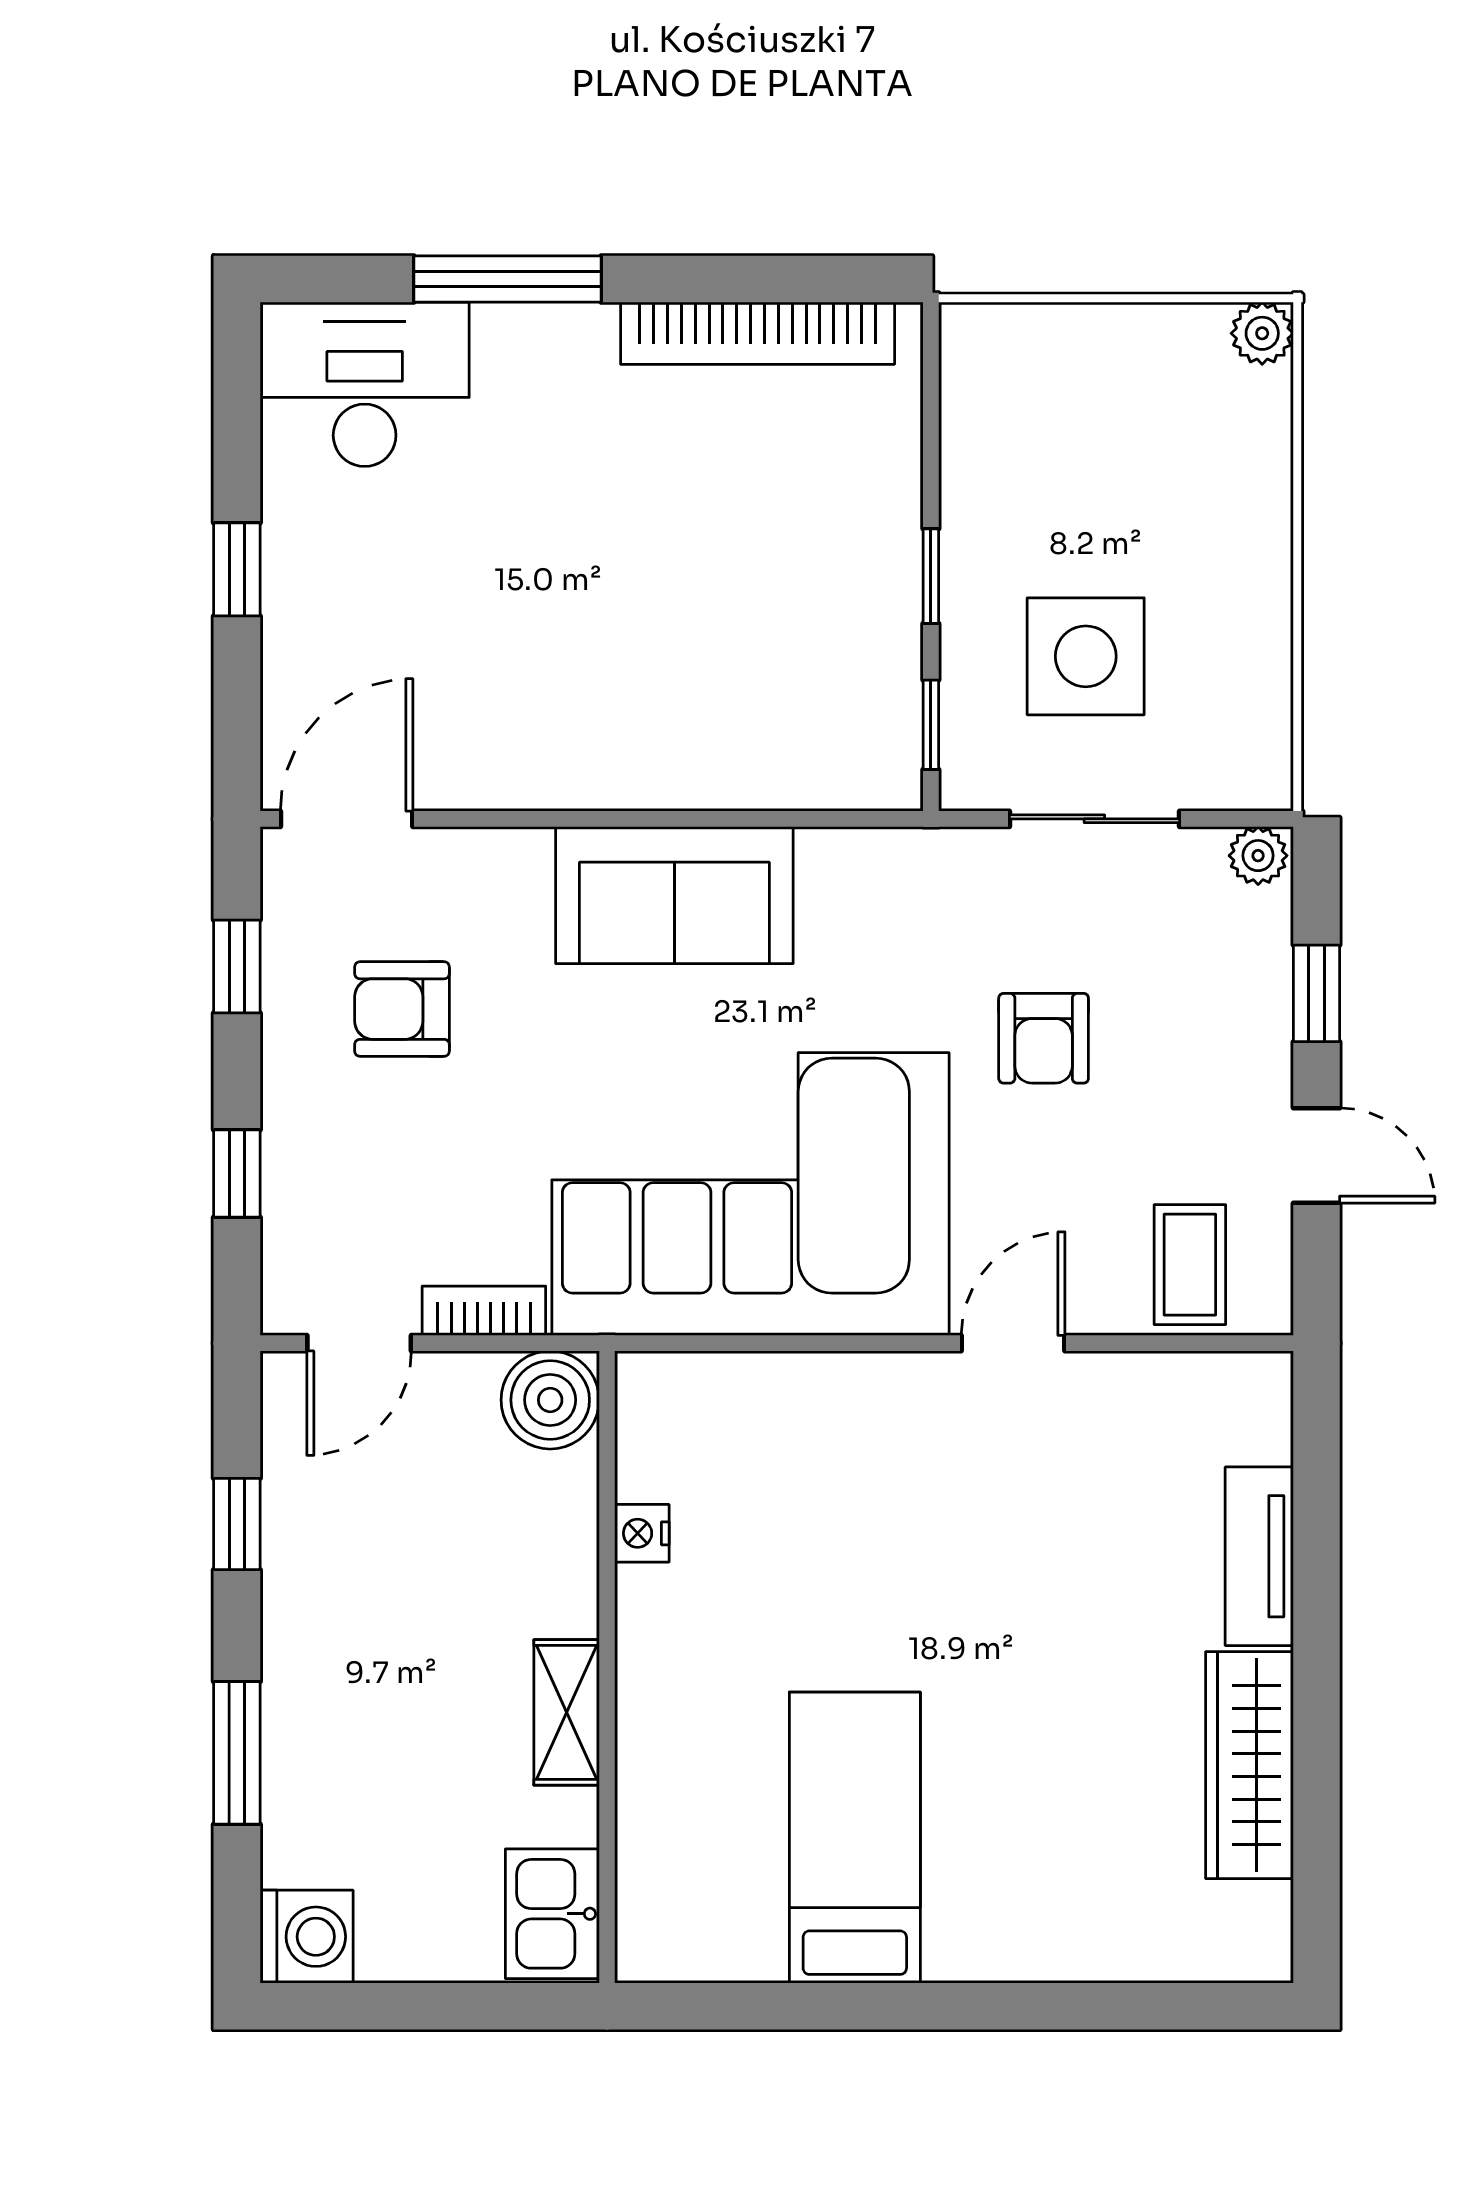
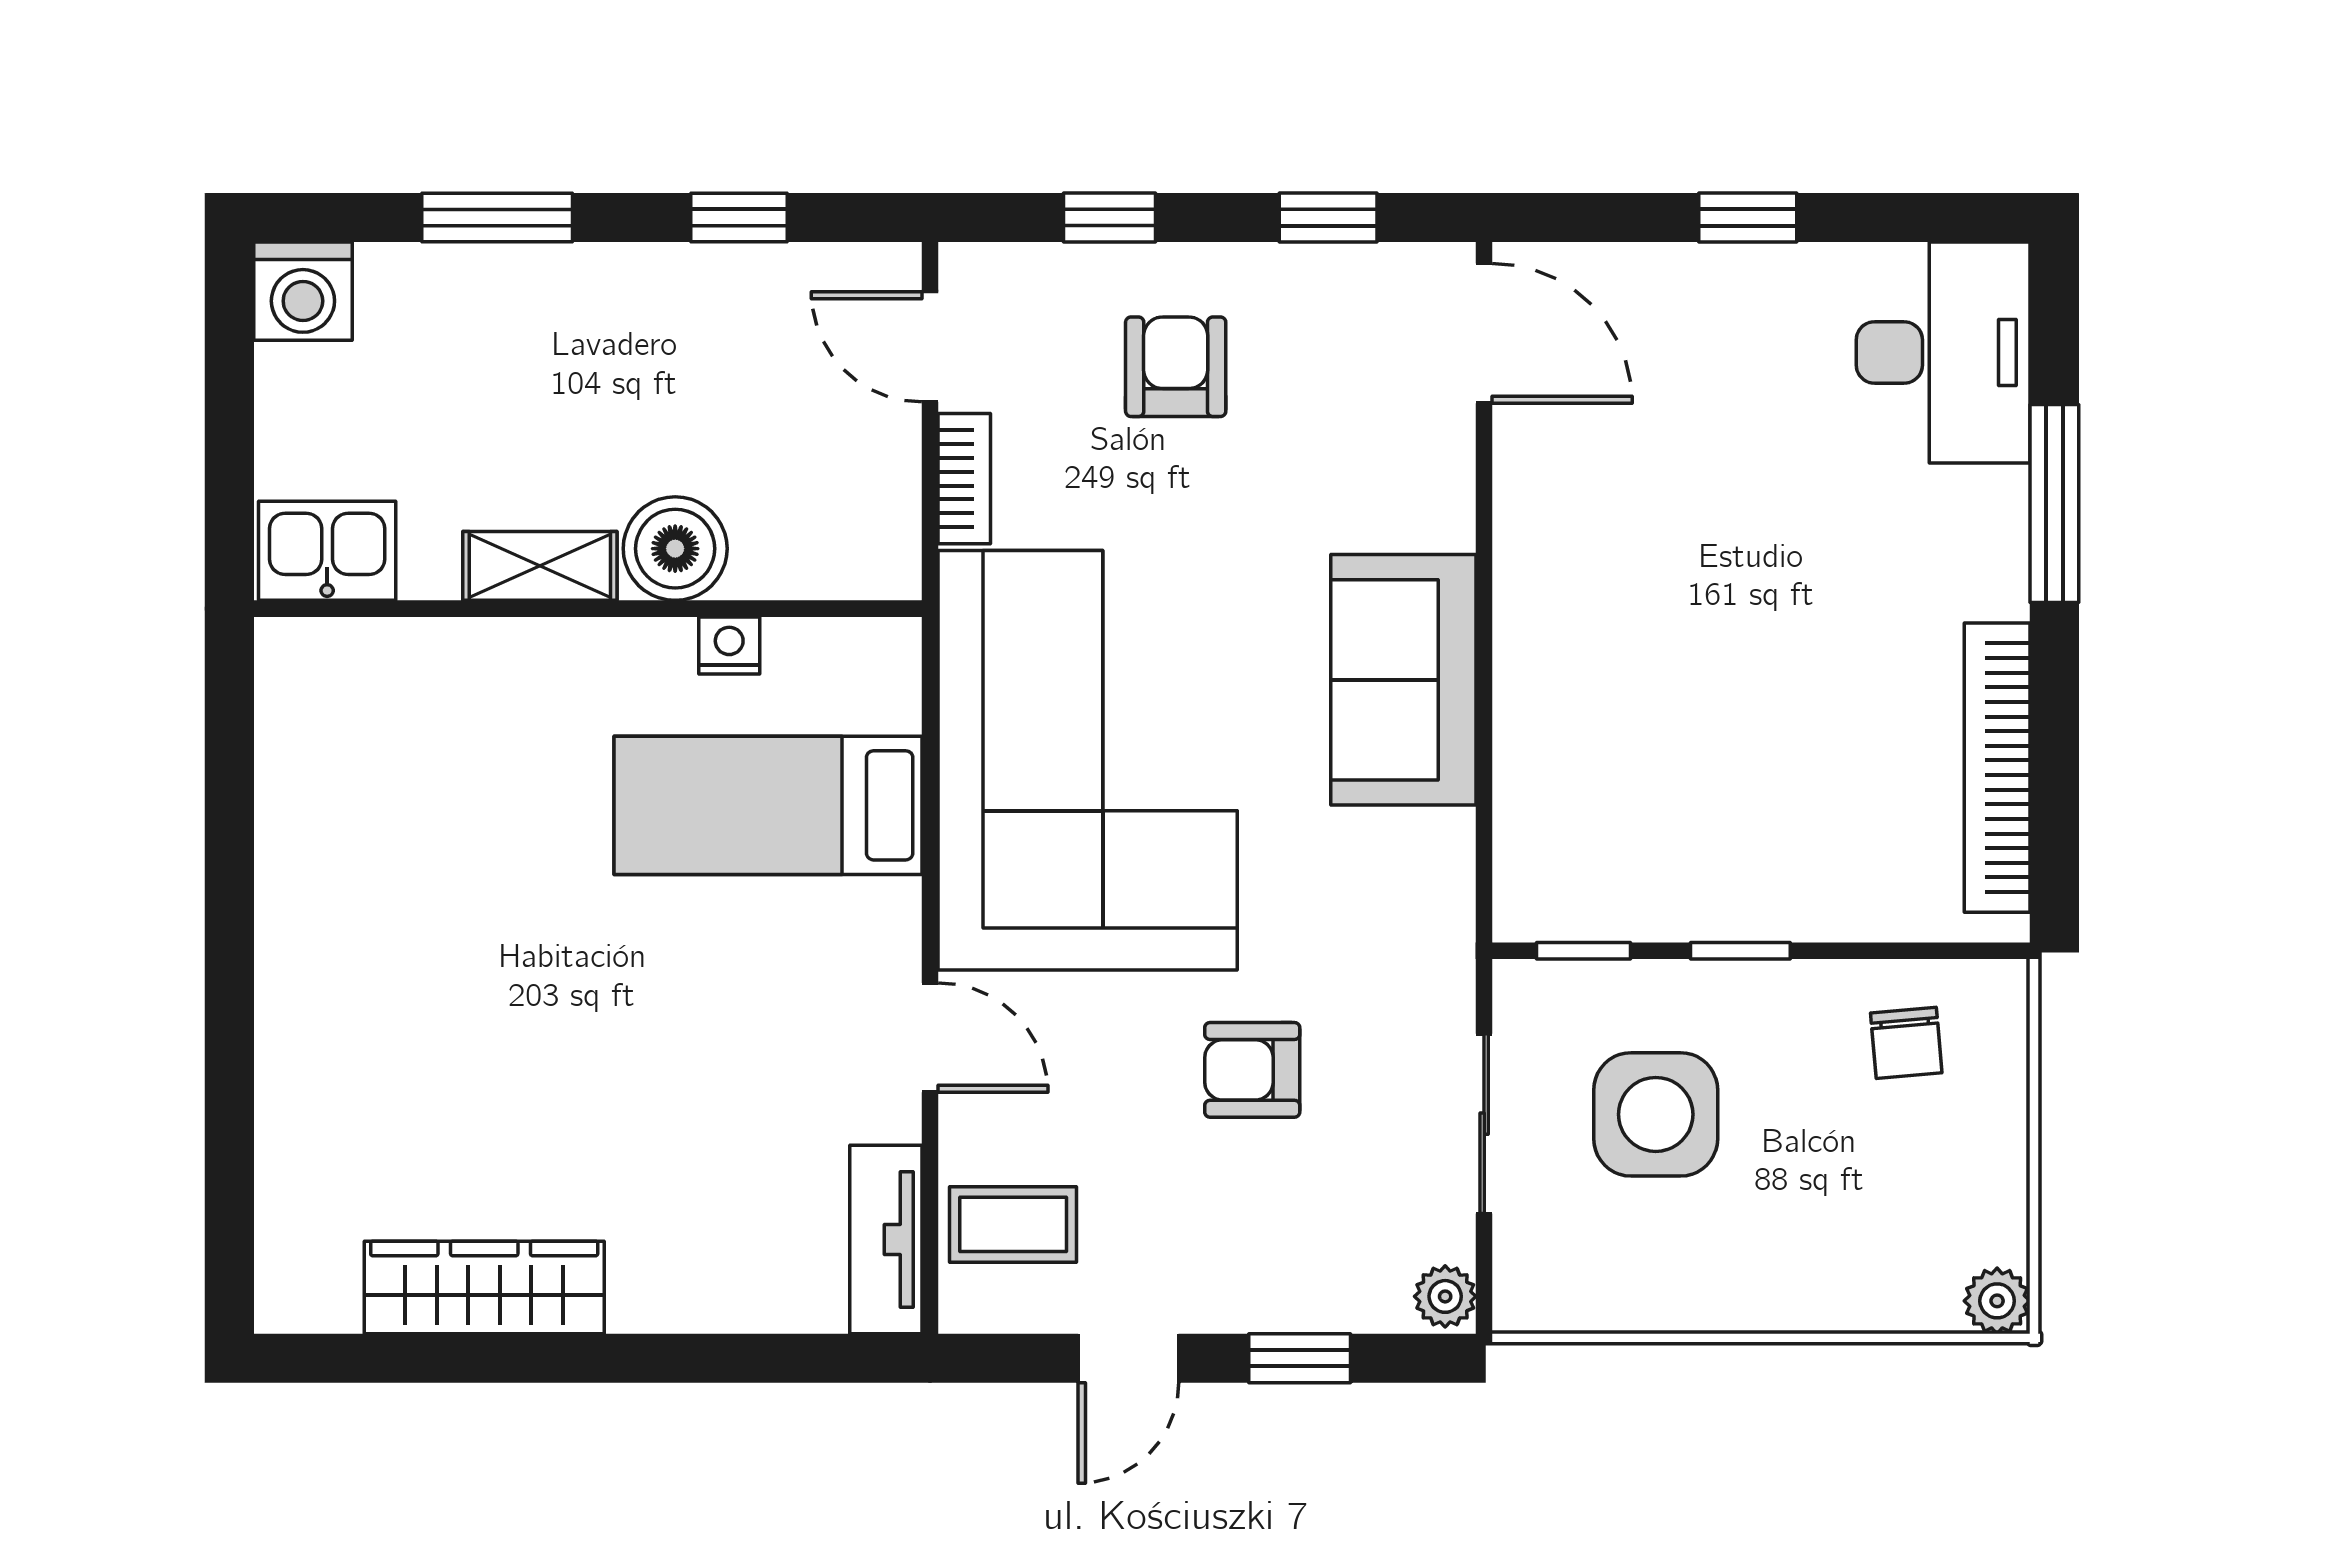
chair: (1018, 419) -> (1906, 1043), added
armchair: (402, 1009) -> (1176, 367), moved
boiler: (550, 1400) -> (675, 549), moved
tv unit: (1259, 1556) -> (886, 1239), moved, turned -90
bed: (855, 1838) -> (768, 805), moved, turned 180

